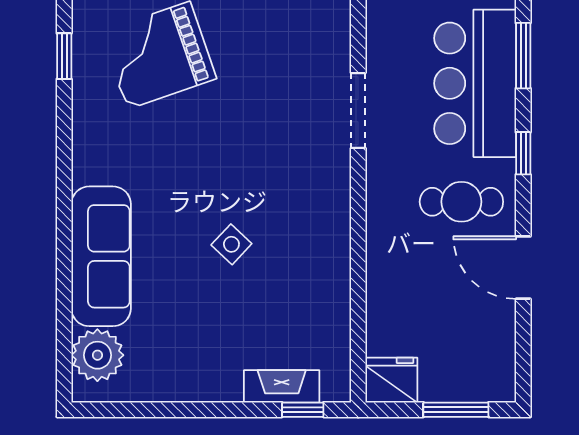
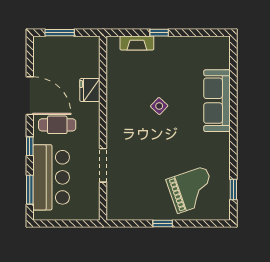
door: (523, 268) -> (30, 96), width x1.36
plant: (97, 355) -> (219, 57), removed
fridge: (391, 380) -> (90, 90), moved, turned 90
window: (303, 410) -> (159, 33), moved

